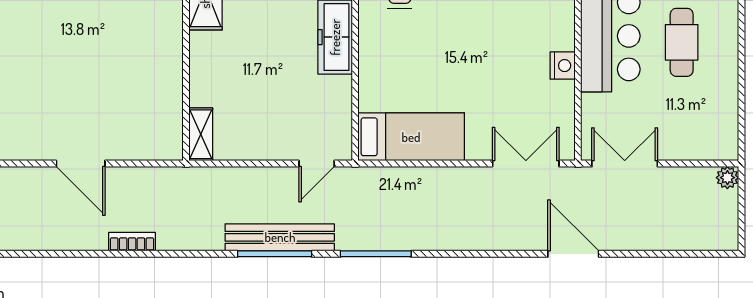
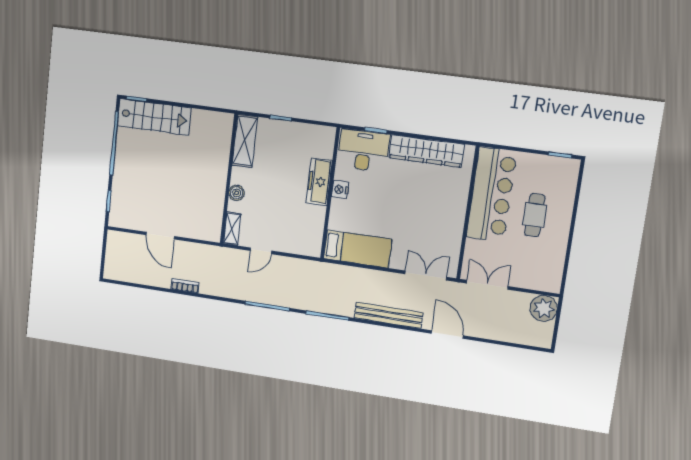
nightstand: (563, 66) -> (340, 190), moved, turned 180
boiler: (202, 74) -> (237, 193), added
door: (317, 164) -> (261, 251), moved
plant: (727, 178) -> (544, 308), width x1.88, depth x1.88
bench: (280, 237) -> (388, 315), moved

